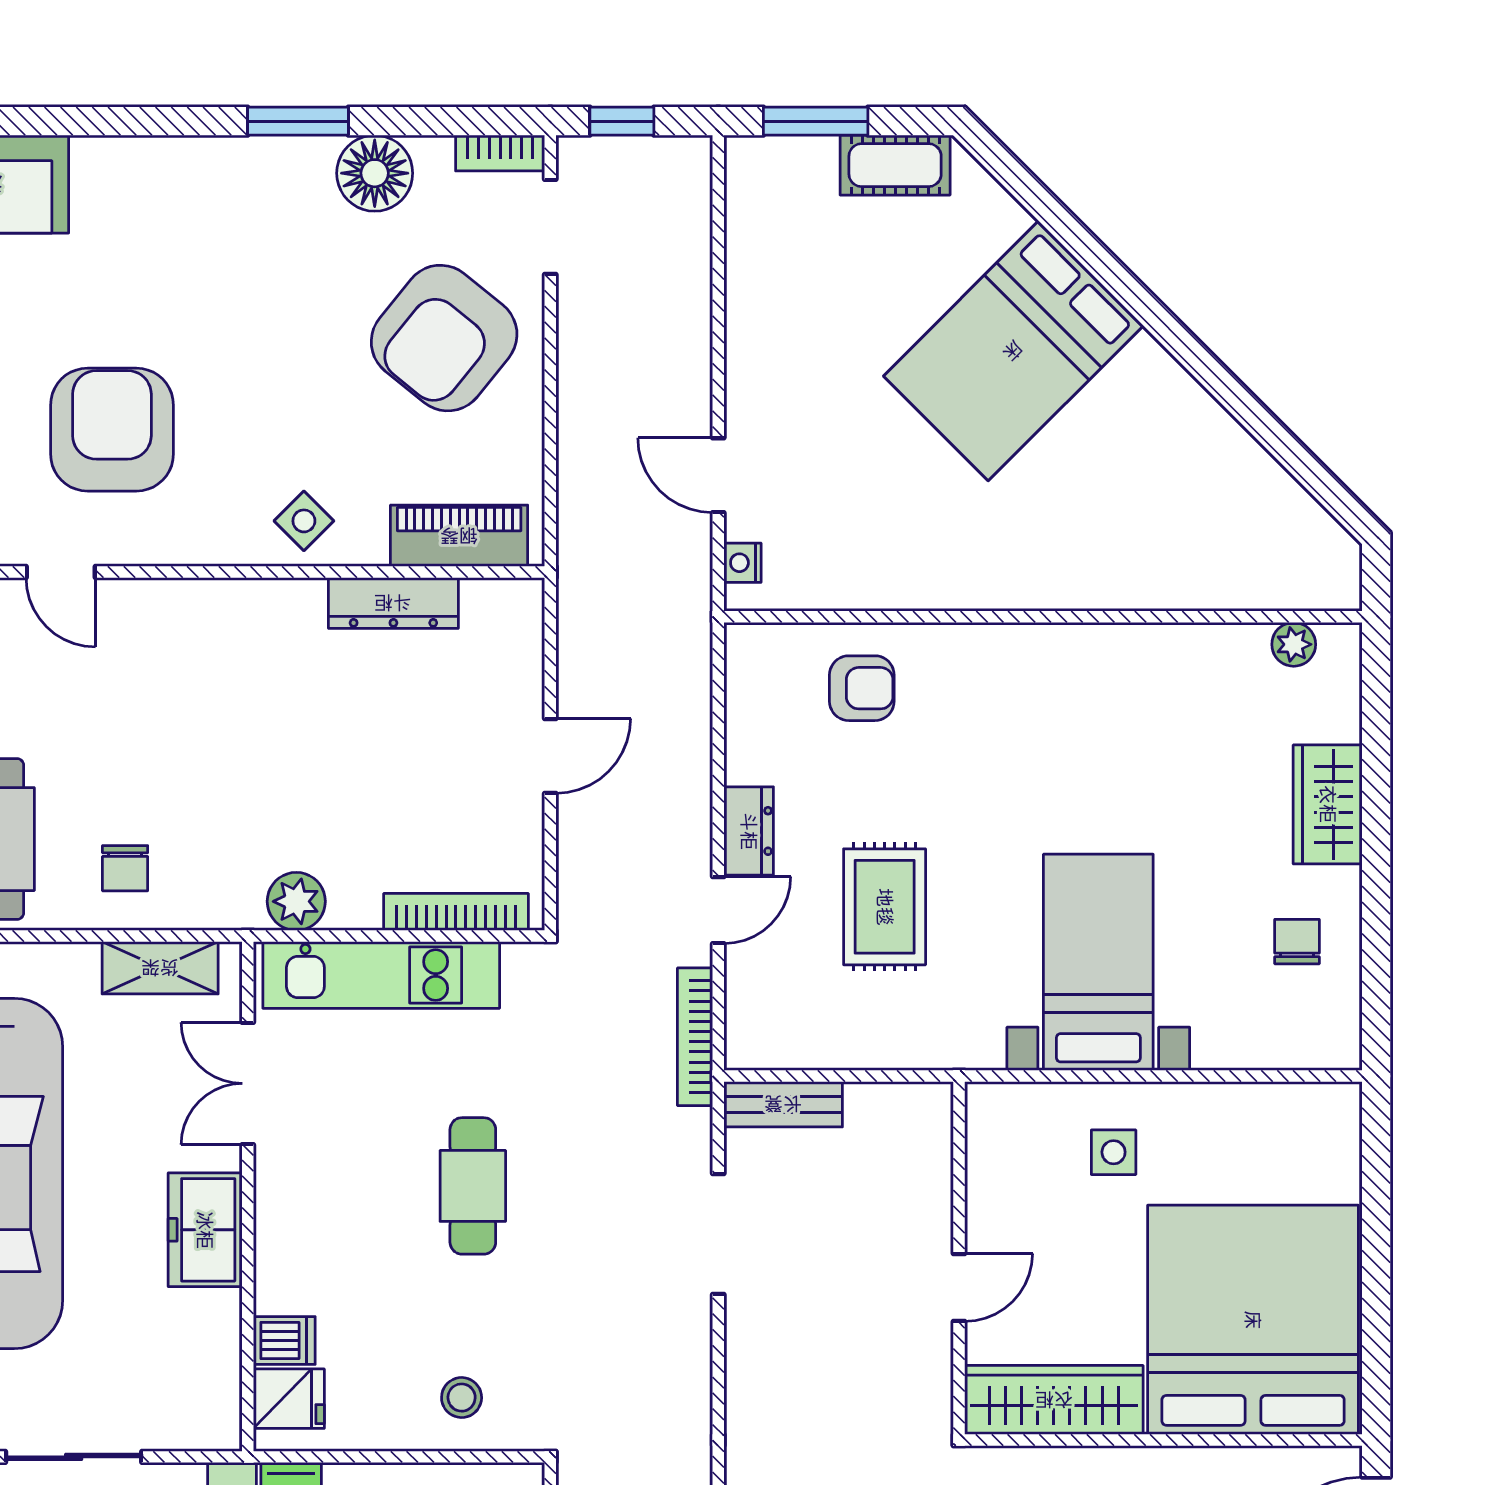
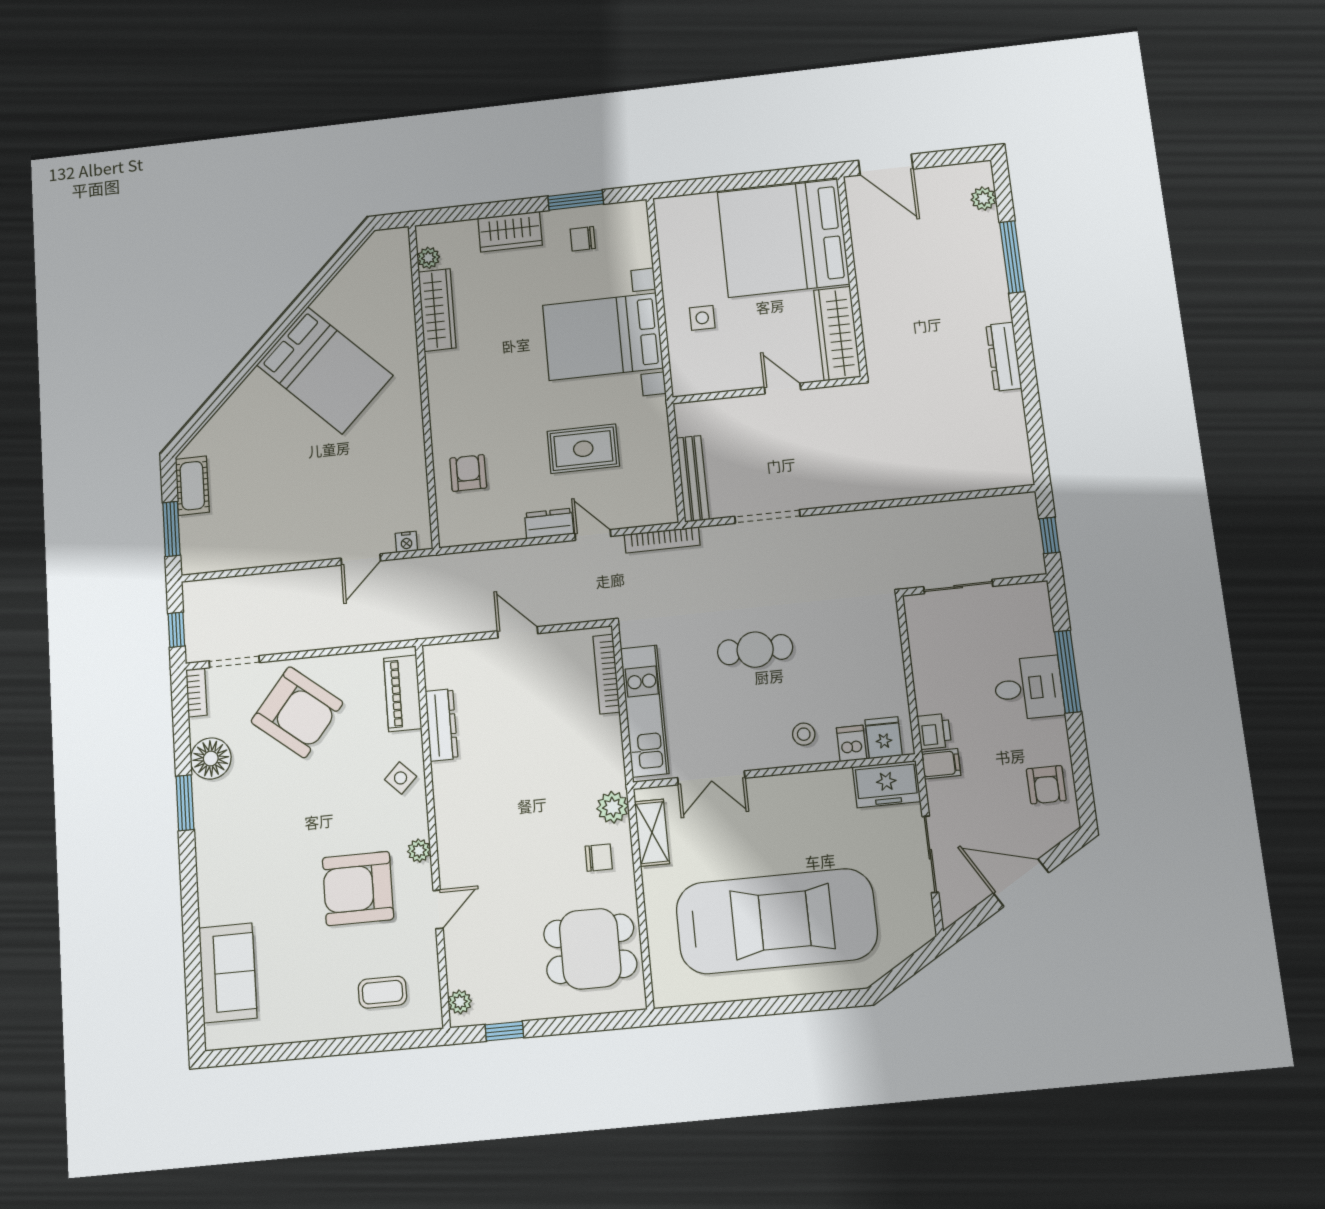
bed: (1013, 351) -> (325, 370), moved
plant: (169, 545) -> (419, 851), added
wardrobe: (1188, 653) -> (437, 310), added
plant: (296, 901) -> (613, 807), moved
window: (1376, 935) -> (576, 200), added
bed with nightstands: (1098, 962) -> (603, 337), width x1.36
bench: (783, 1104) -> (693, 479), width x1.36
freezer: (205, 1230) -> (887, 784), moved
stool: (462, 1398) -> (804, 734), moved

